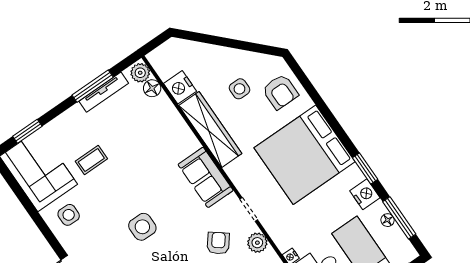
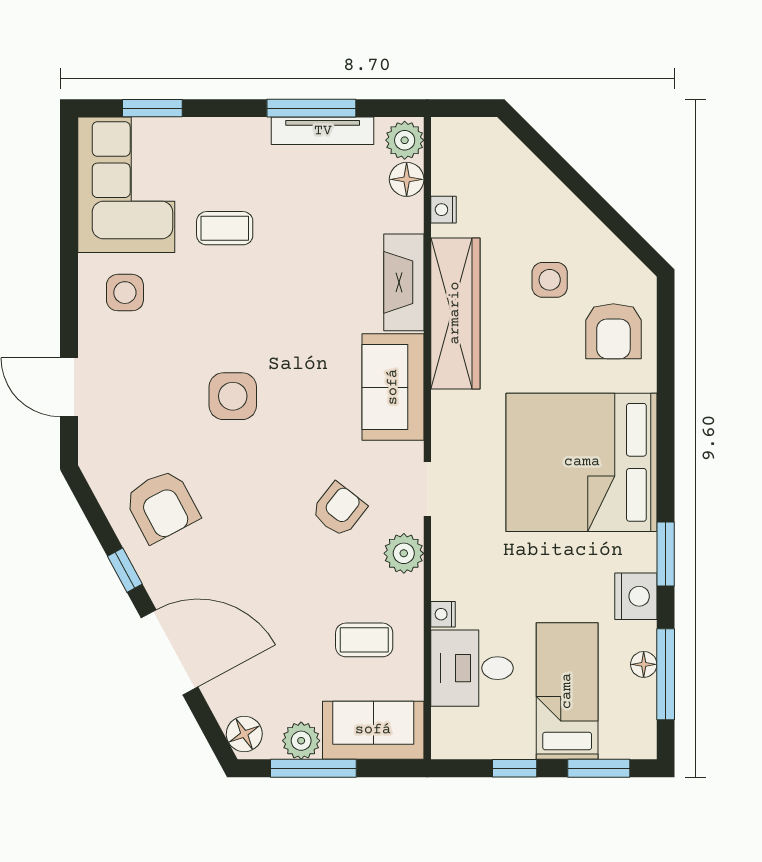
nightstand: (180, 87) -> (444, 210), width x0.53, depth x0.56
fireplace: (180, 131) -> (404, 282), added

